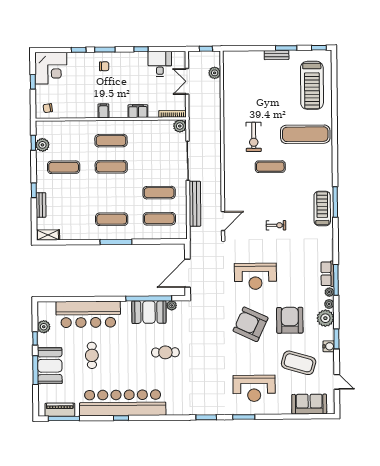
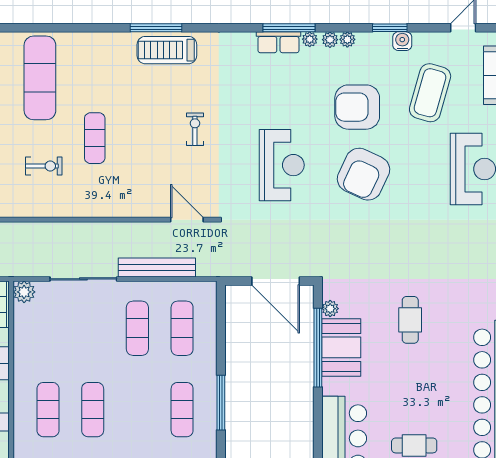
exercise bike: (254, 137) -> (44, 166), width x0.73, depth x0.72
plant: (325, 318) -> (347, 39), width x0.53, depth x0.53

